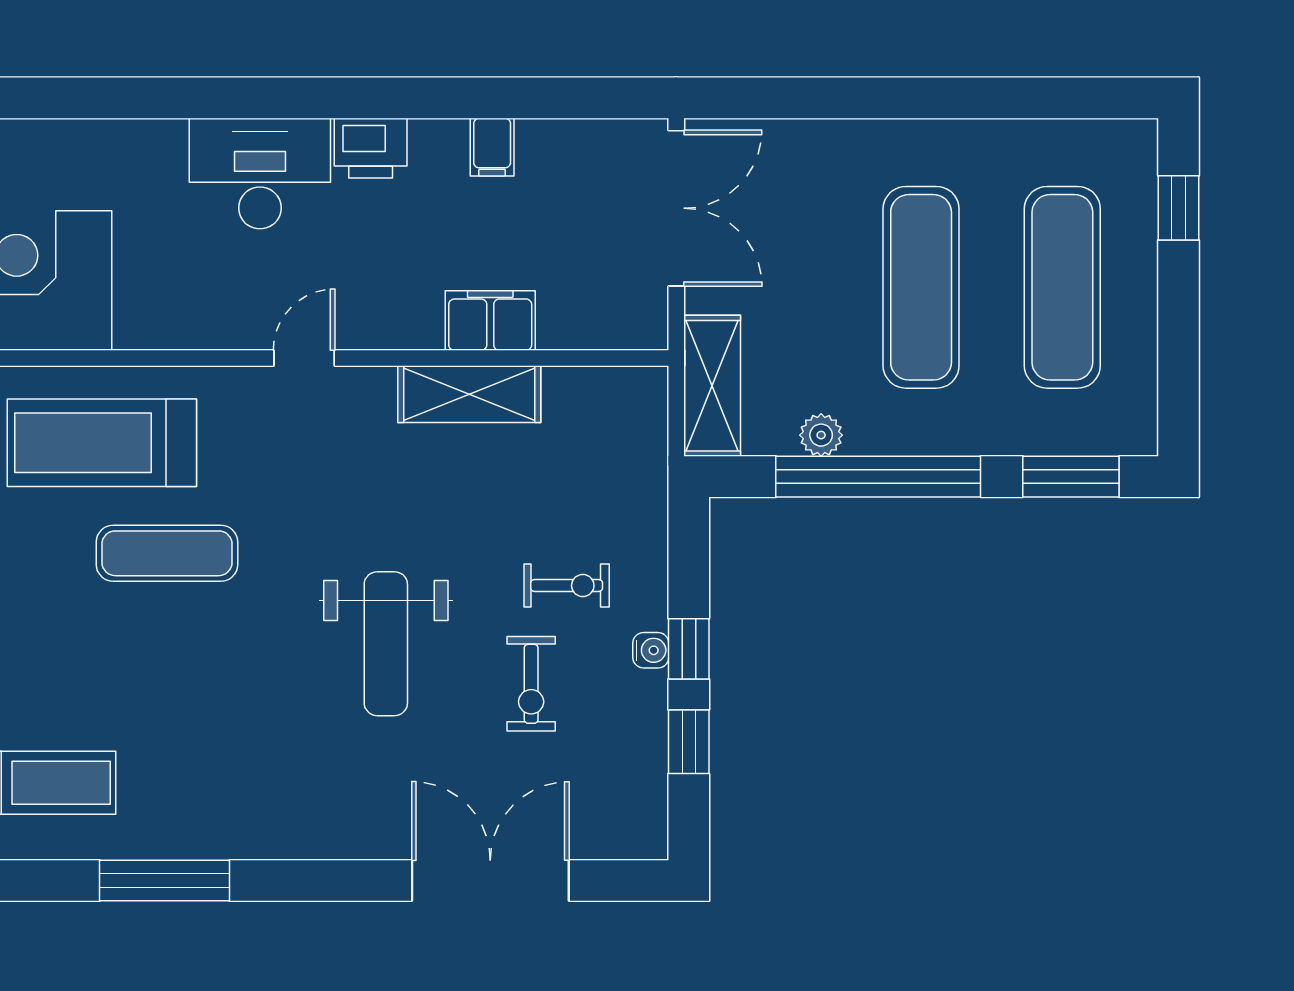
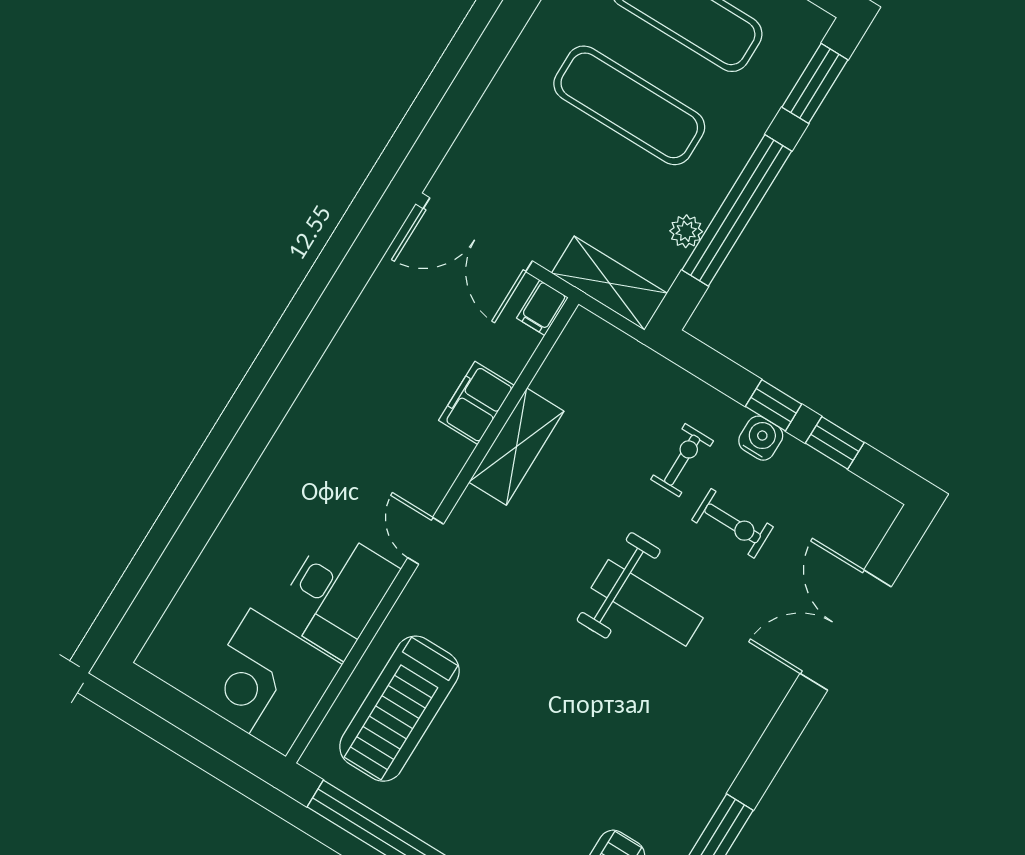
filing cabinet: (492, 147) -> (542, 308), moved, turned 90
printer: (371, 148) -> (314, 412), removed
desk: (260, 174) -> (336, 593), moved, turned 180
double door: (676, 208) -> (478, 235), swing flipped
exercise mat: (167, 553) -> (499, 711), removed
water cooler: (651, 650) -> (761, 438), width x1.38, depth x1.38

